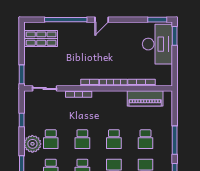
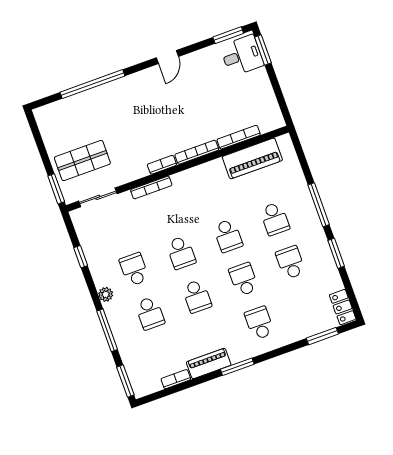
door: (102, 20) -> (167, 57), moved
shop shelf: (41, 39) -> (82, 161), moved
desk: (157, 44) -> (242, 56), width x0.53, depth x0.77
school desk: (51, 139) -> (134, 269), turned 180
plant: (32, 144) -> (106, 294), width x0.53, depth x0.53

